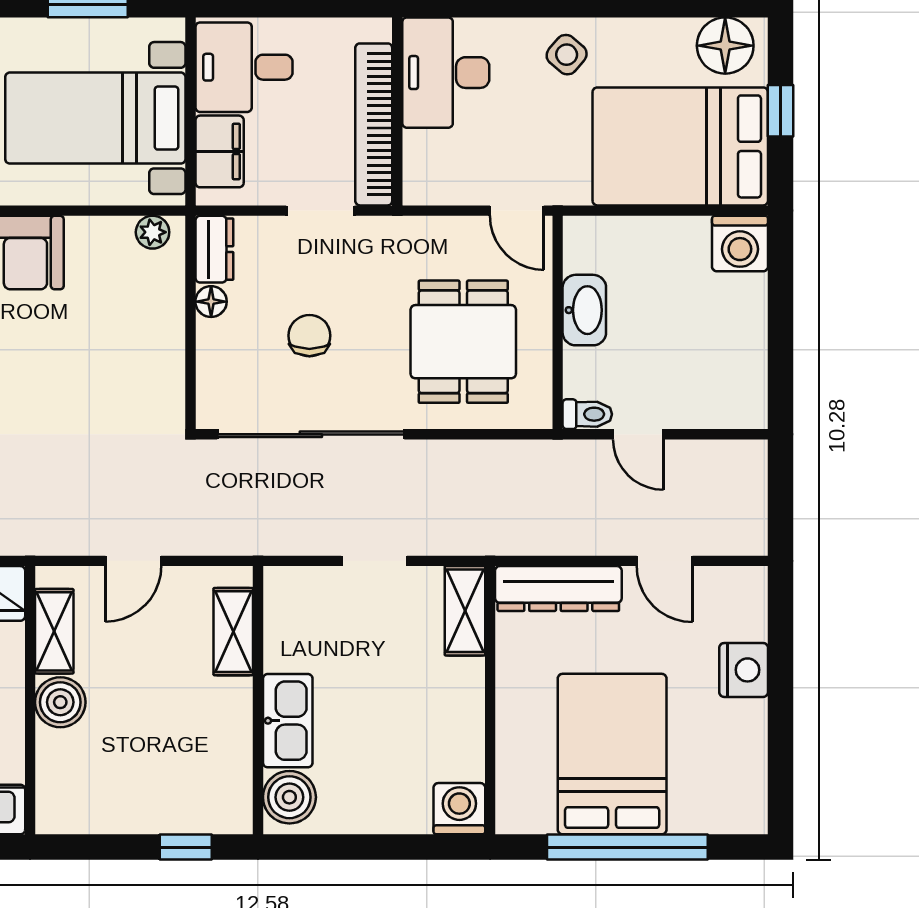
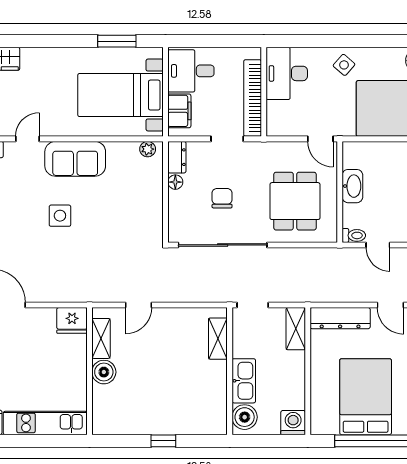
shelving: (233, 632) -> (218, 339), moved
wall: (258, 700) -> (230, 371), moved
kitchen sink: (288, 721) -> (244, 381), moved
boiler: (289, 797) -> (245, 417), moved

